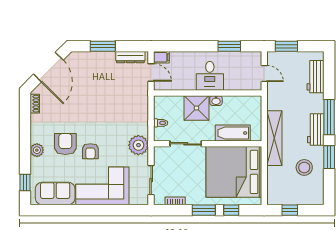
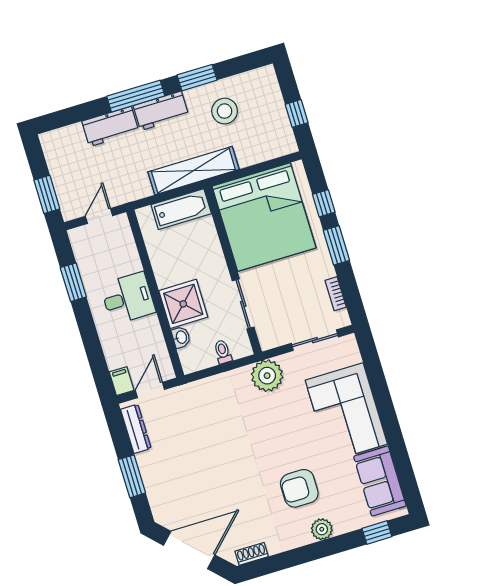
workbench: (316, 77) -> (110, 127), moved
washbasin: (216, 101) -> (181, 337), moved
bathtub: (233, 133) -> (181, 209), moved, turned -90
armchair: (90, 151) -> (299, 447), removed

